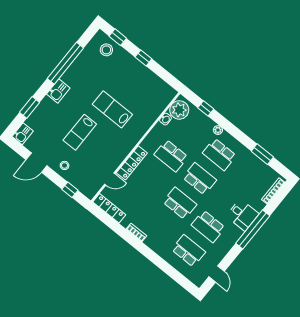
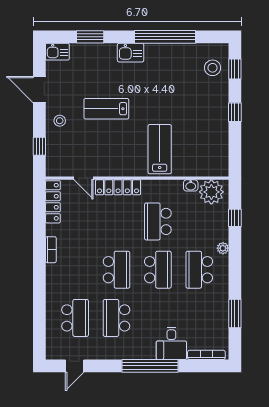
lab bench: (112, 109) -> (160, 149), moved
desk: (242, 215) -> (171, 343), moved

